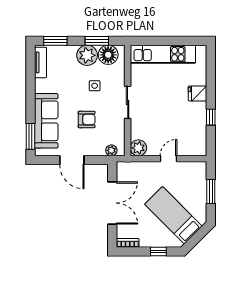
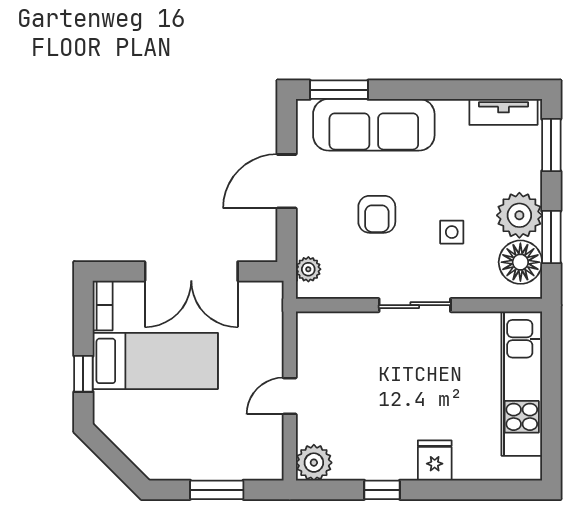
plant: (138, 148) -> (314, 463), moved
door: (168, 159) -> (290, 396), swing flipped
bed: (173, 215) -> (155, 361), moved, turned 45

